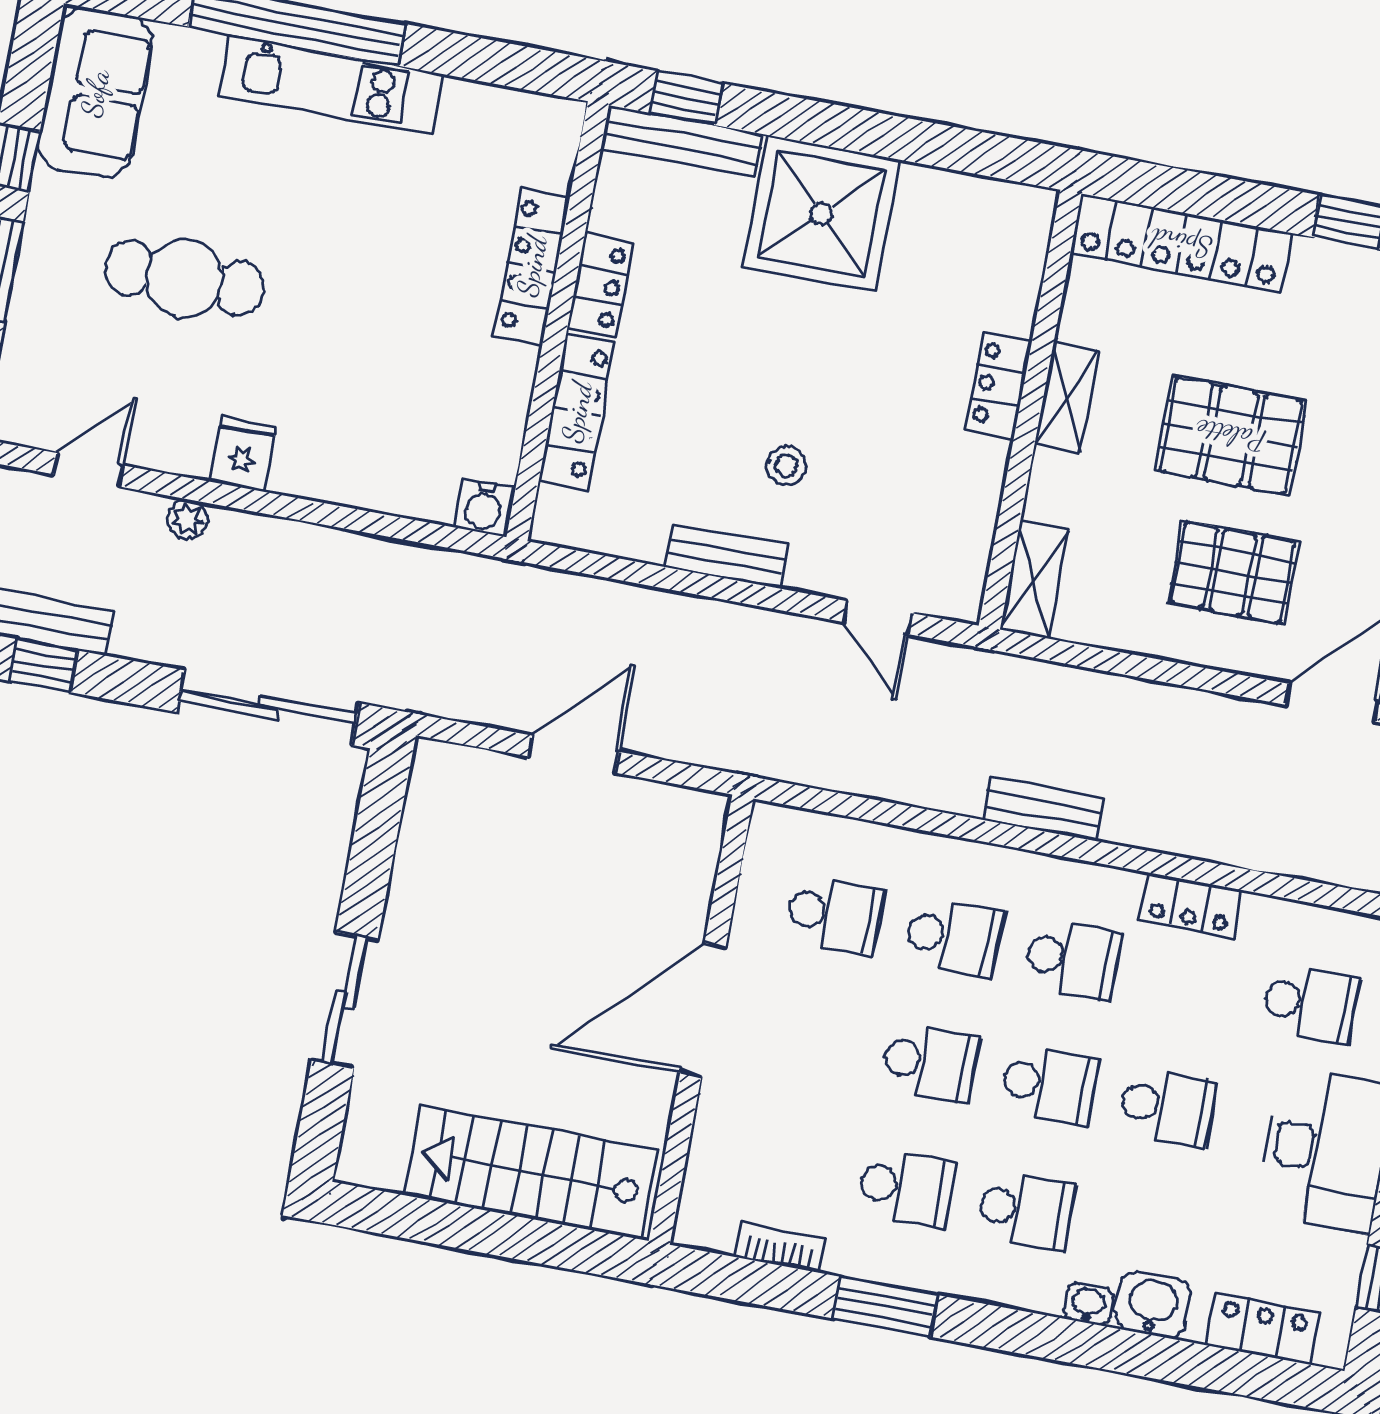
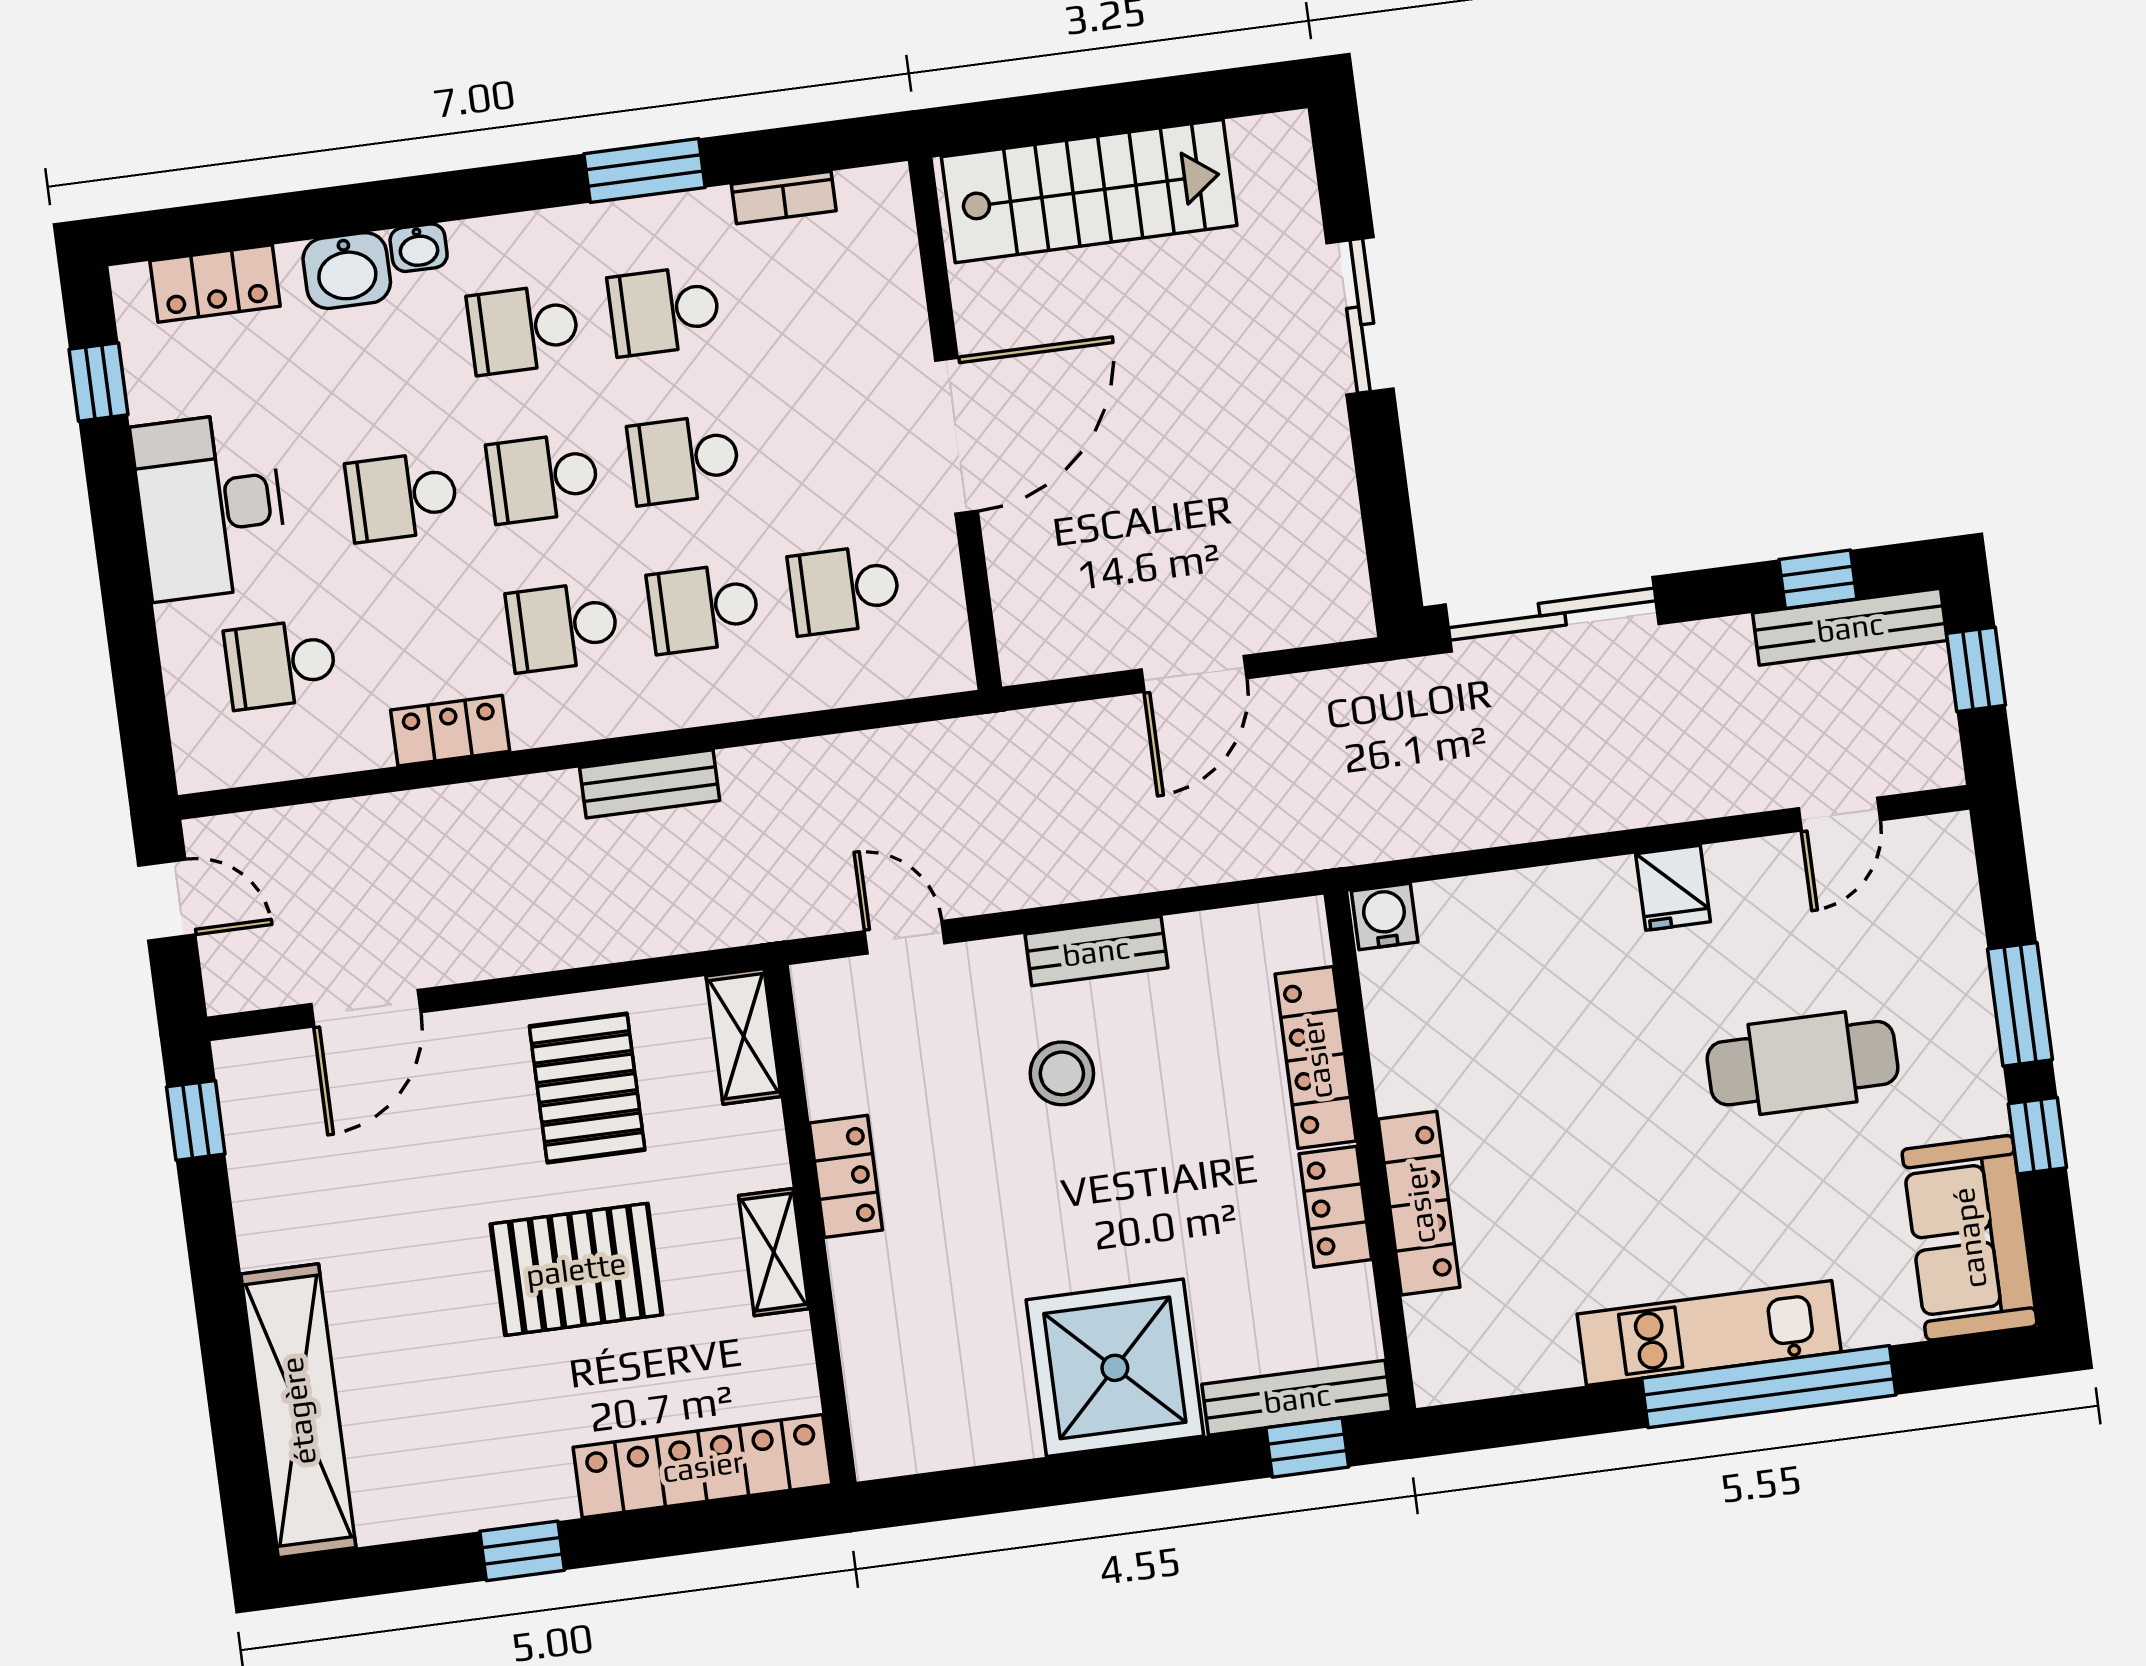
locker: (999, 385) -> (846, 1176), moved
stool: (786, 466) -> (1062, 1073), width x1.37, depth x1.37
plant: (188, 519) -> (1711, 795), removed
pallet: (1233, 572) -> (587, 1088), moved, turned 90

